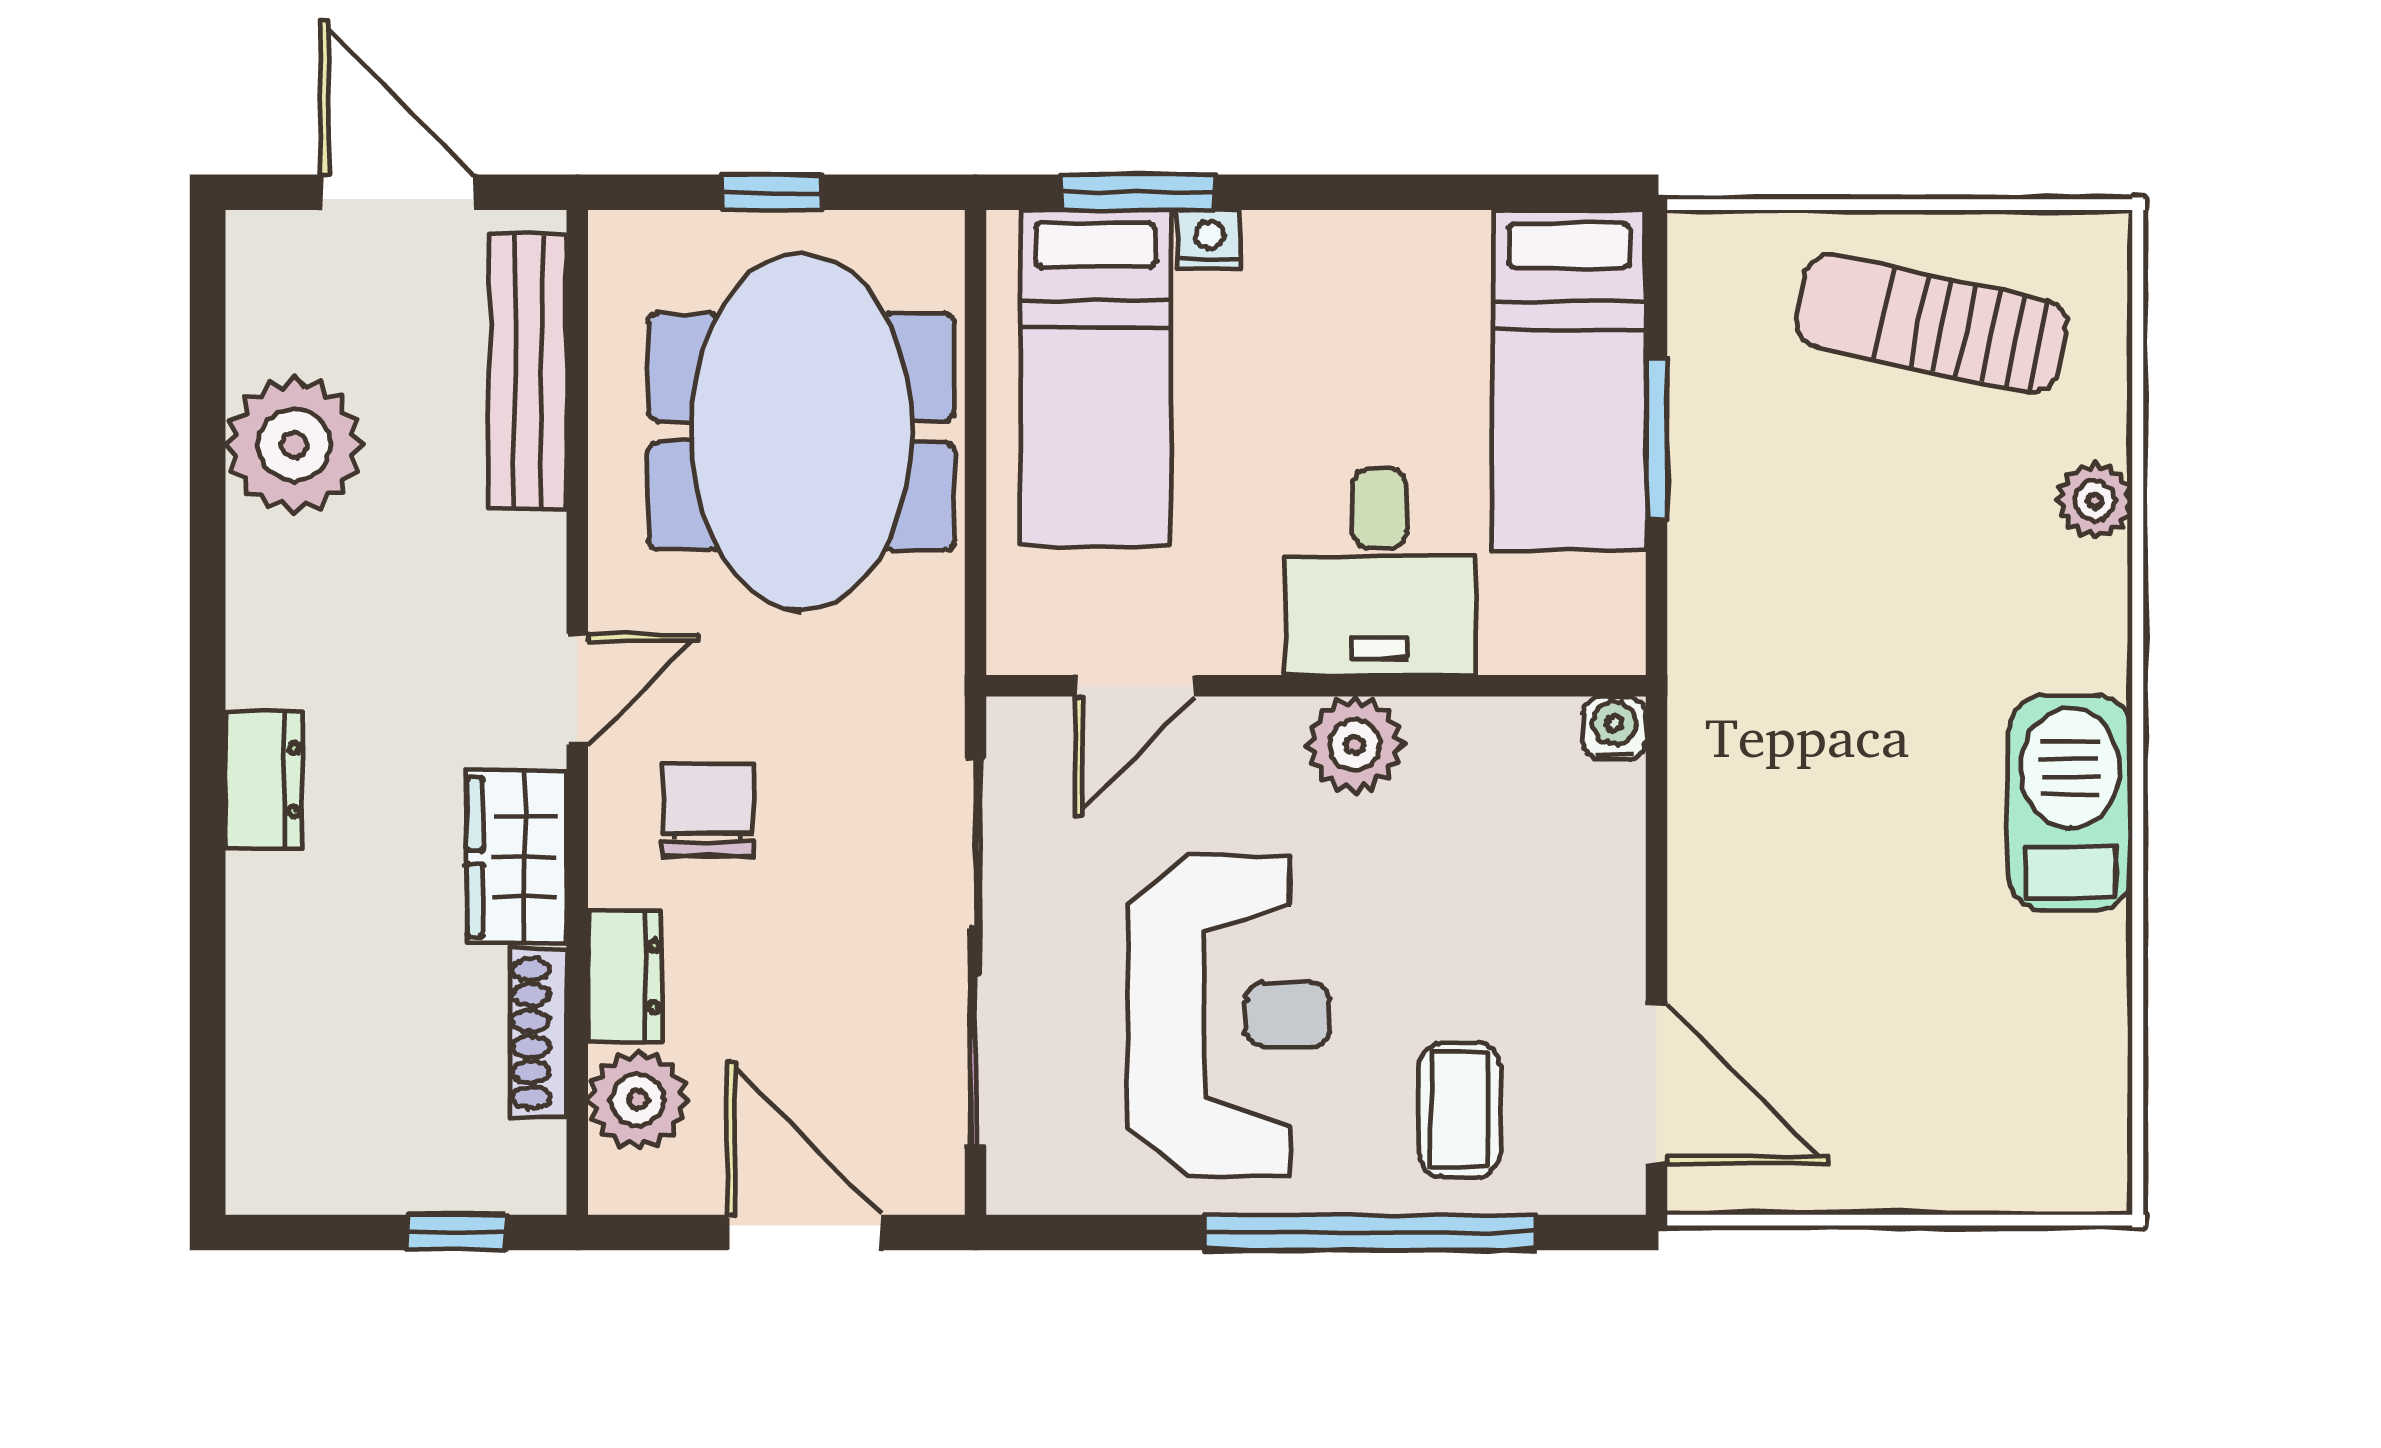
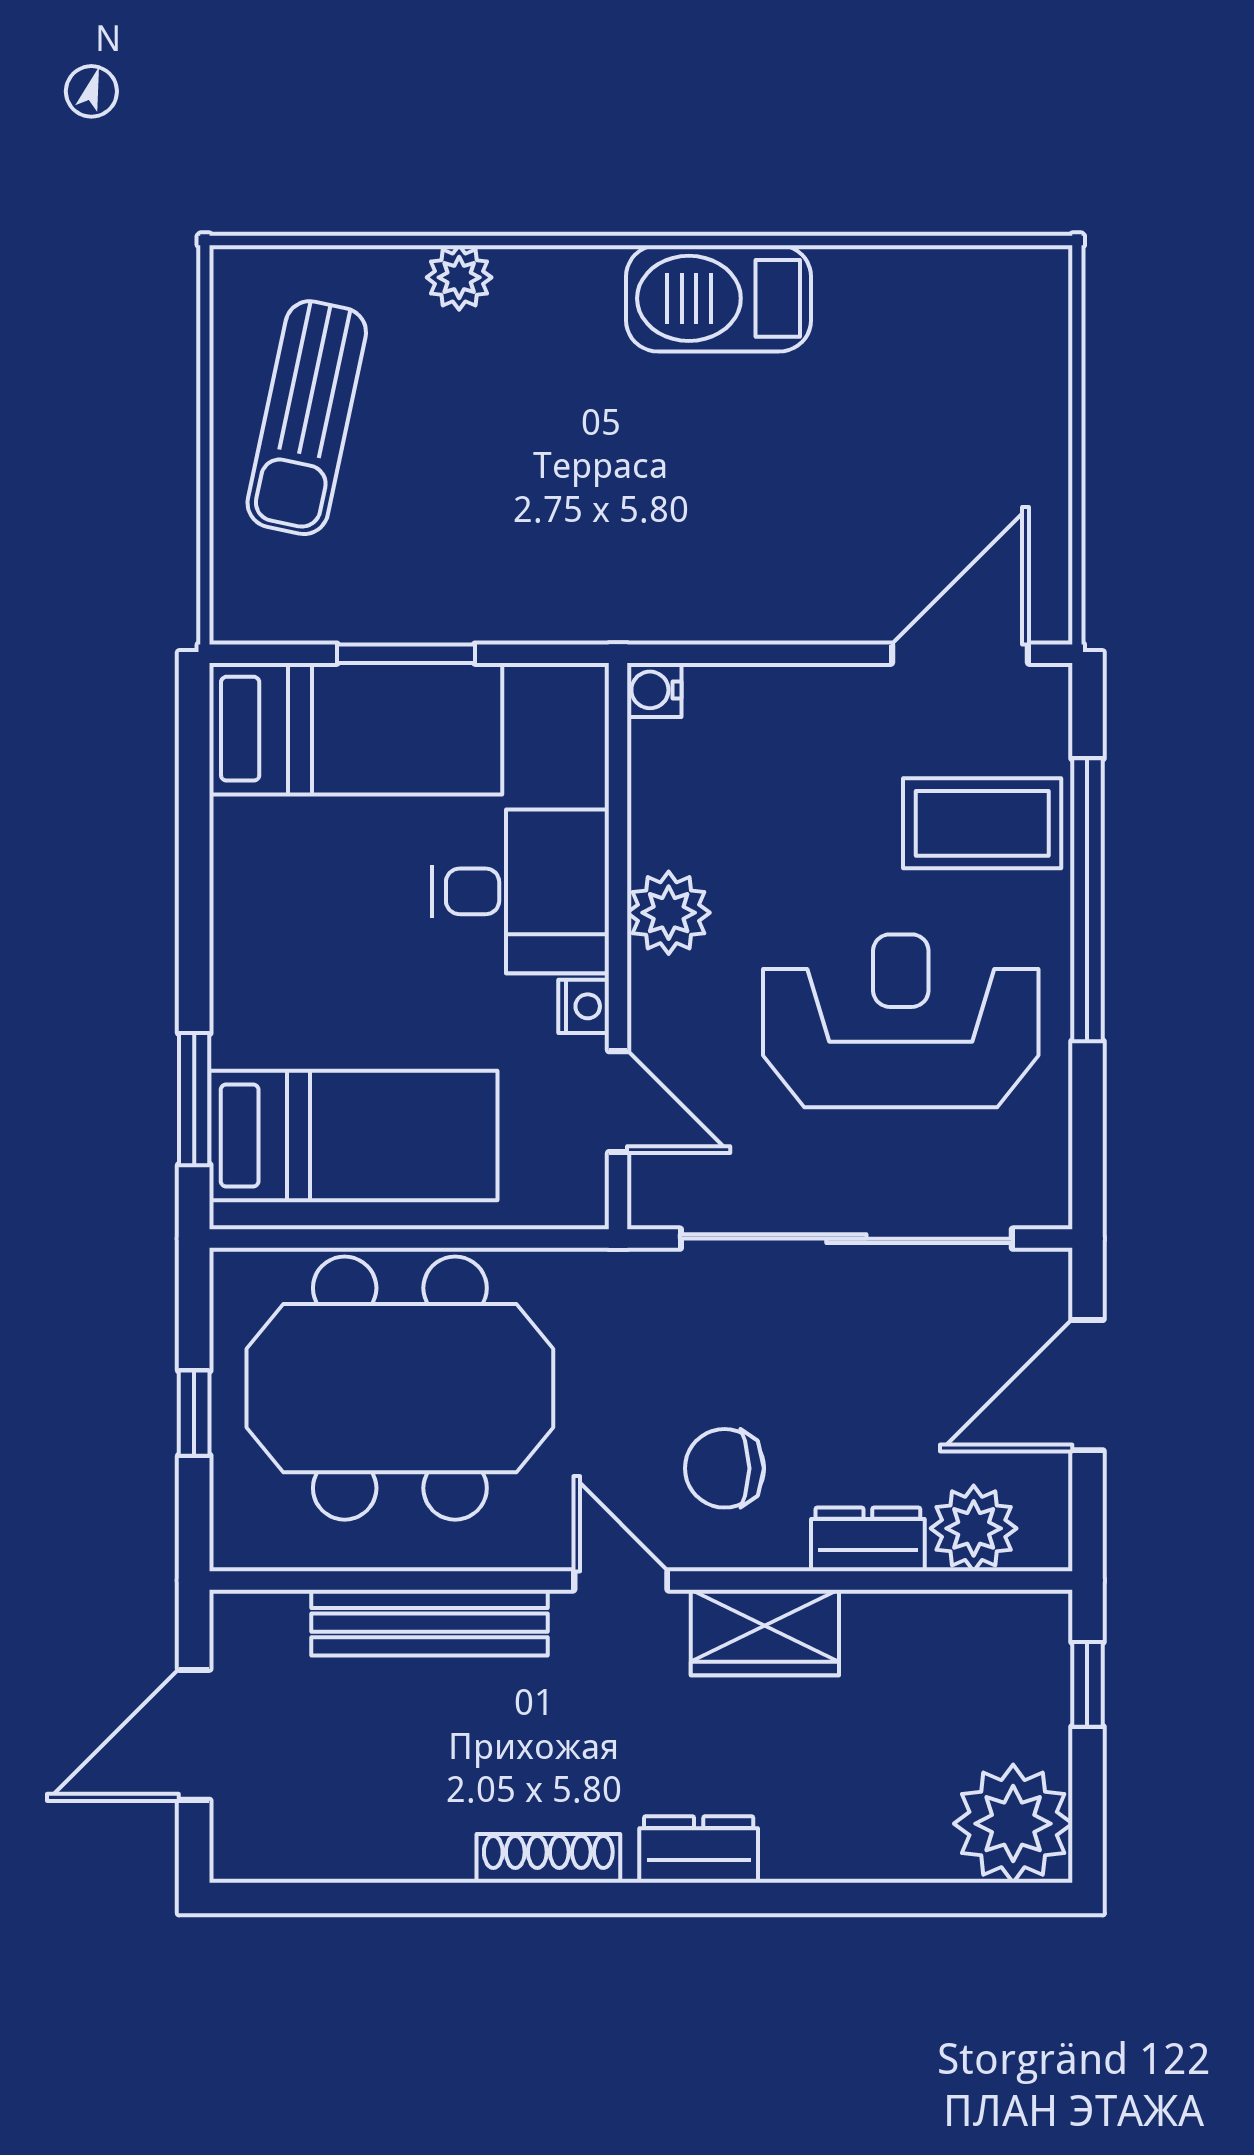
nightstand: (1209, 239) -> (584, 1006), moved, turned 180
bench: (528, 371) -> (430, 1623), moved
plant: (294, 445) -> (1013, 1824), moved
shoe rack: (538, 1034) -> (548, 1858), moved, turned 180
coffee table: (1459, 1110) -> (982, 823), width x1.36, depth x1.30

